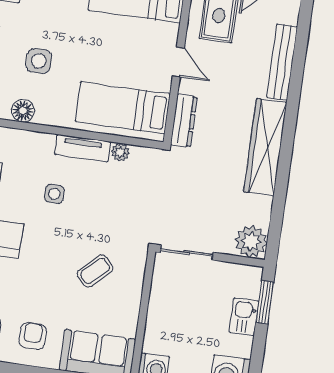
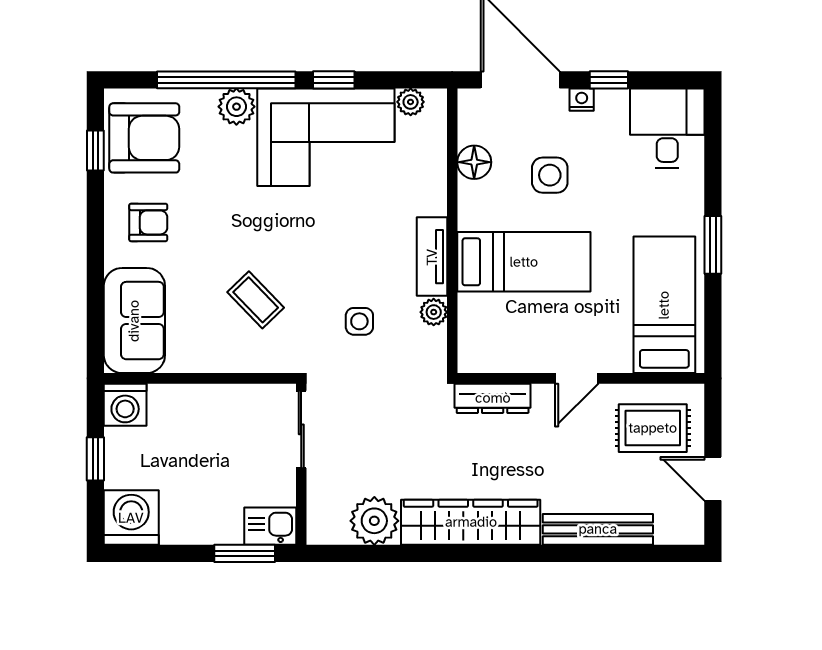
bed: (123, 108) -> (524, 262), moved, turned 90
side table: (54, 194) -> (359, 321), moved
plant: (251, 242) -> (374, 521), moved
kitchen sink: (244, 317) -> (270, 526), moved

